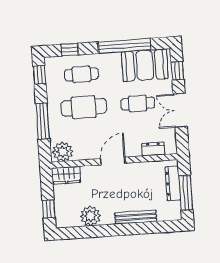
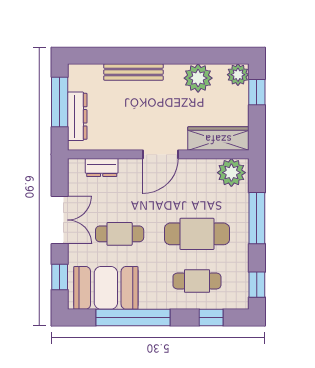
wardrobe: (66, 175) -> (218, 139), width x1.50
plant: (63, 220) -> (238, 75), added

